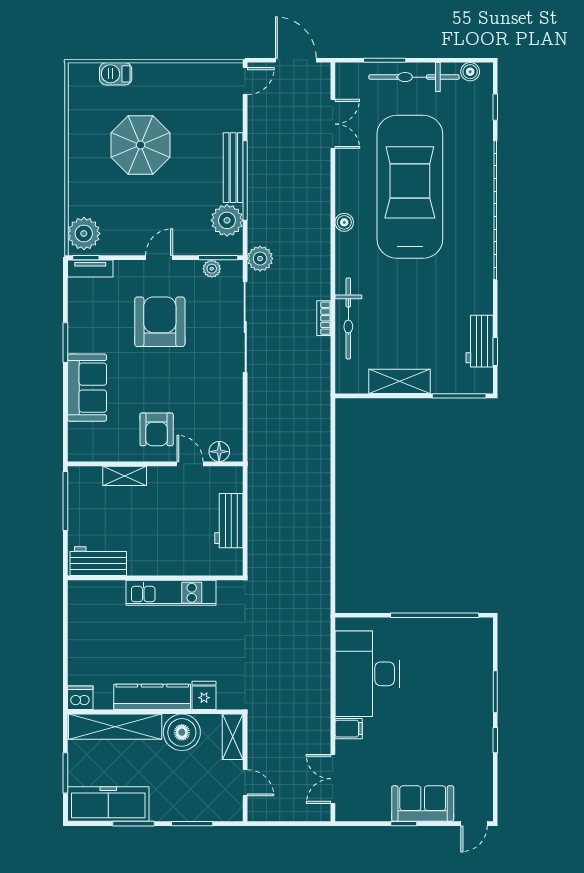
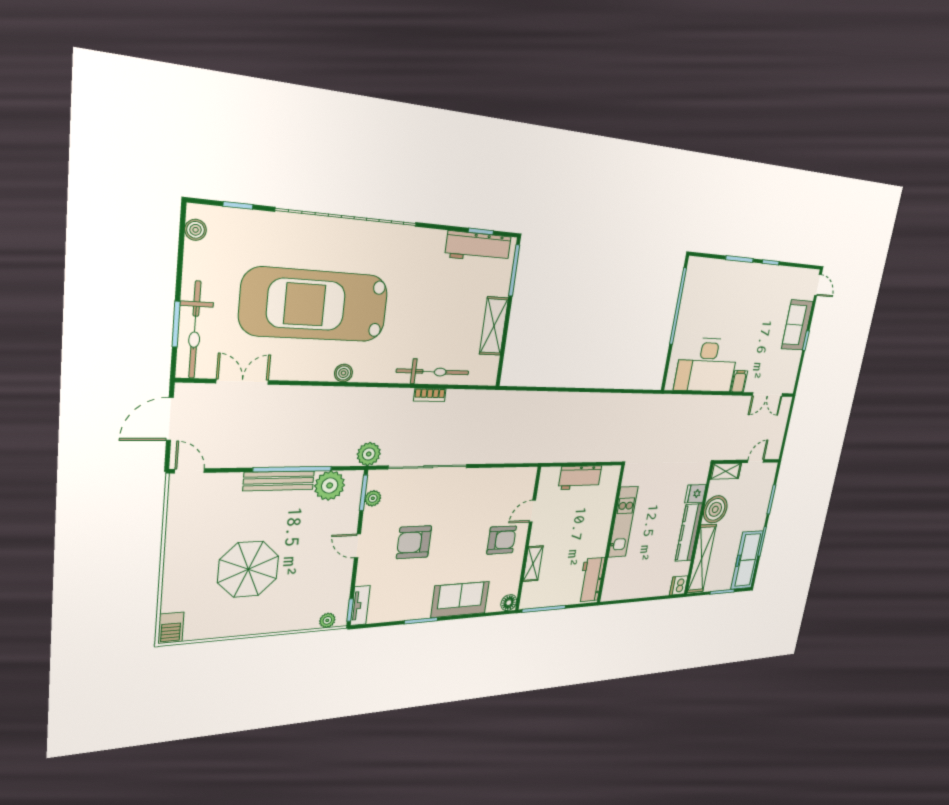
barbecue: (116, 74) -> (171, 628), moved
bicycle: (414, 77) -> (195, 330), moved
plant: (84, 234) -> (327, 620), width x0.53, depth x0.53
armchair: (160, 322) -> (414, 542), width x0.73, depth x0.73
workbench: (480, 341) -> (478, 247), width x1.38
floor lamp: (219, 452) -> (509, 603), moved

